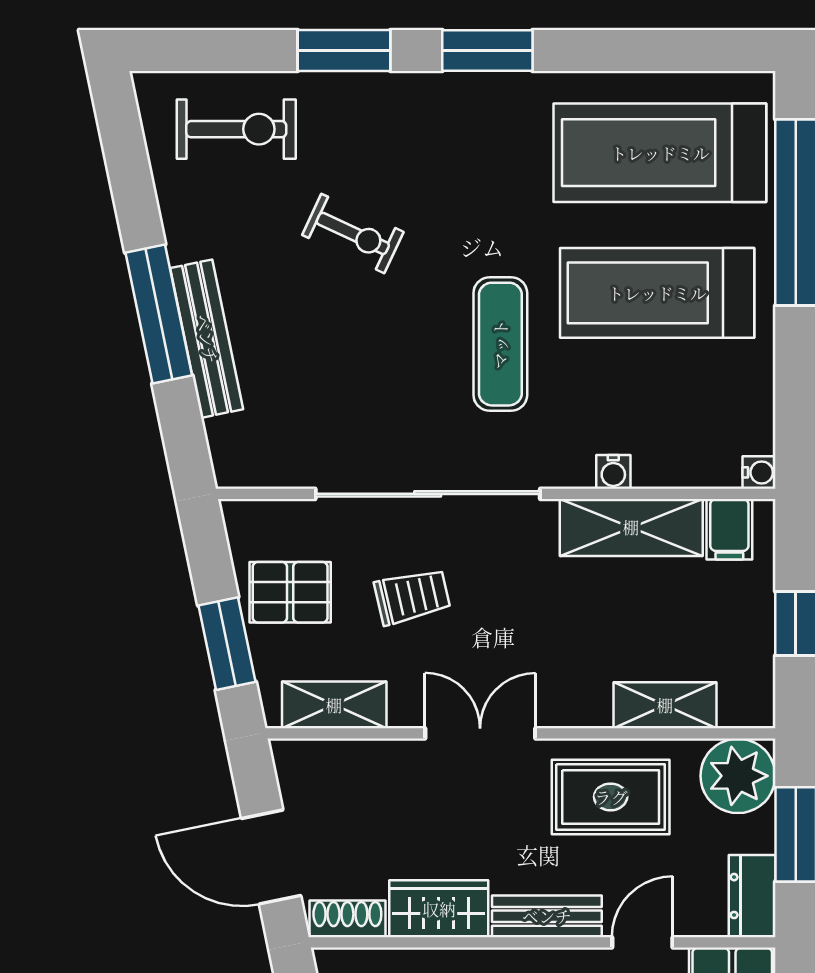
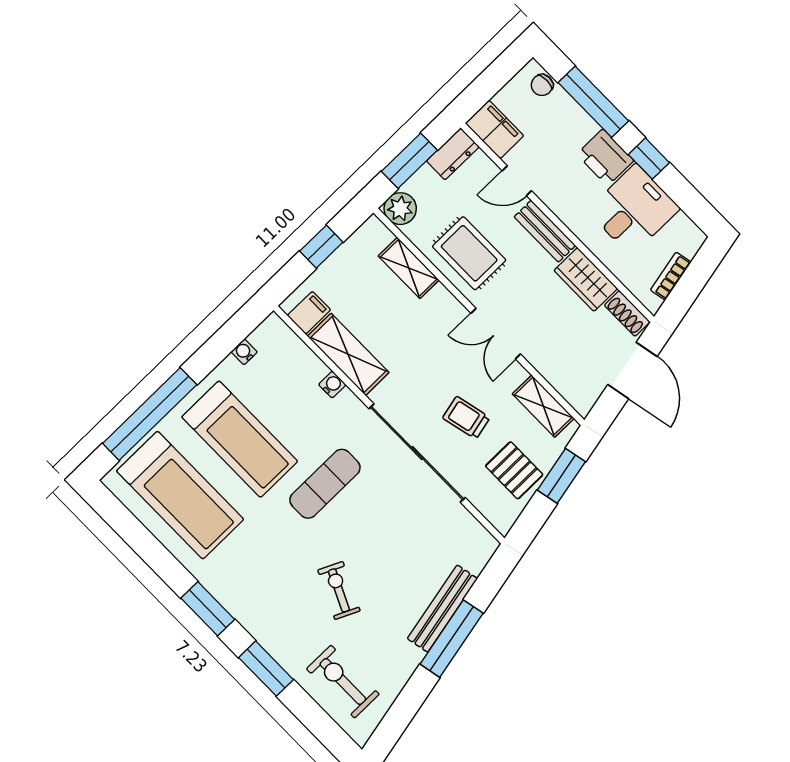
water cooler: (759, 472) -> (244, 352), moved
plant: (738, 776) -> (400, 209), width x0.73, depth x0.73

